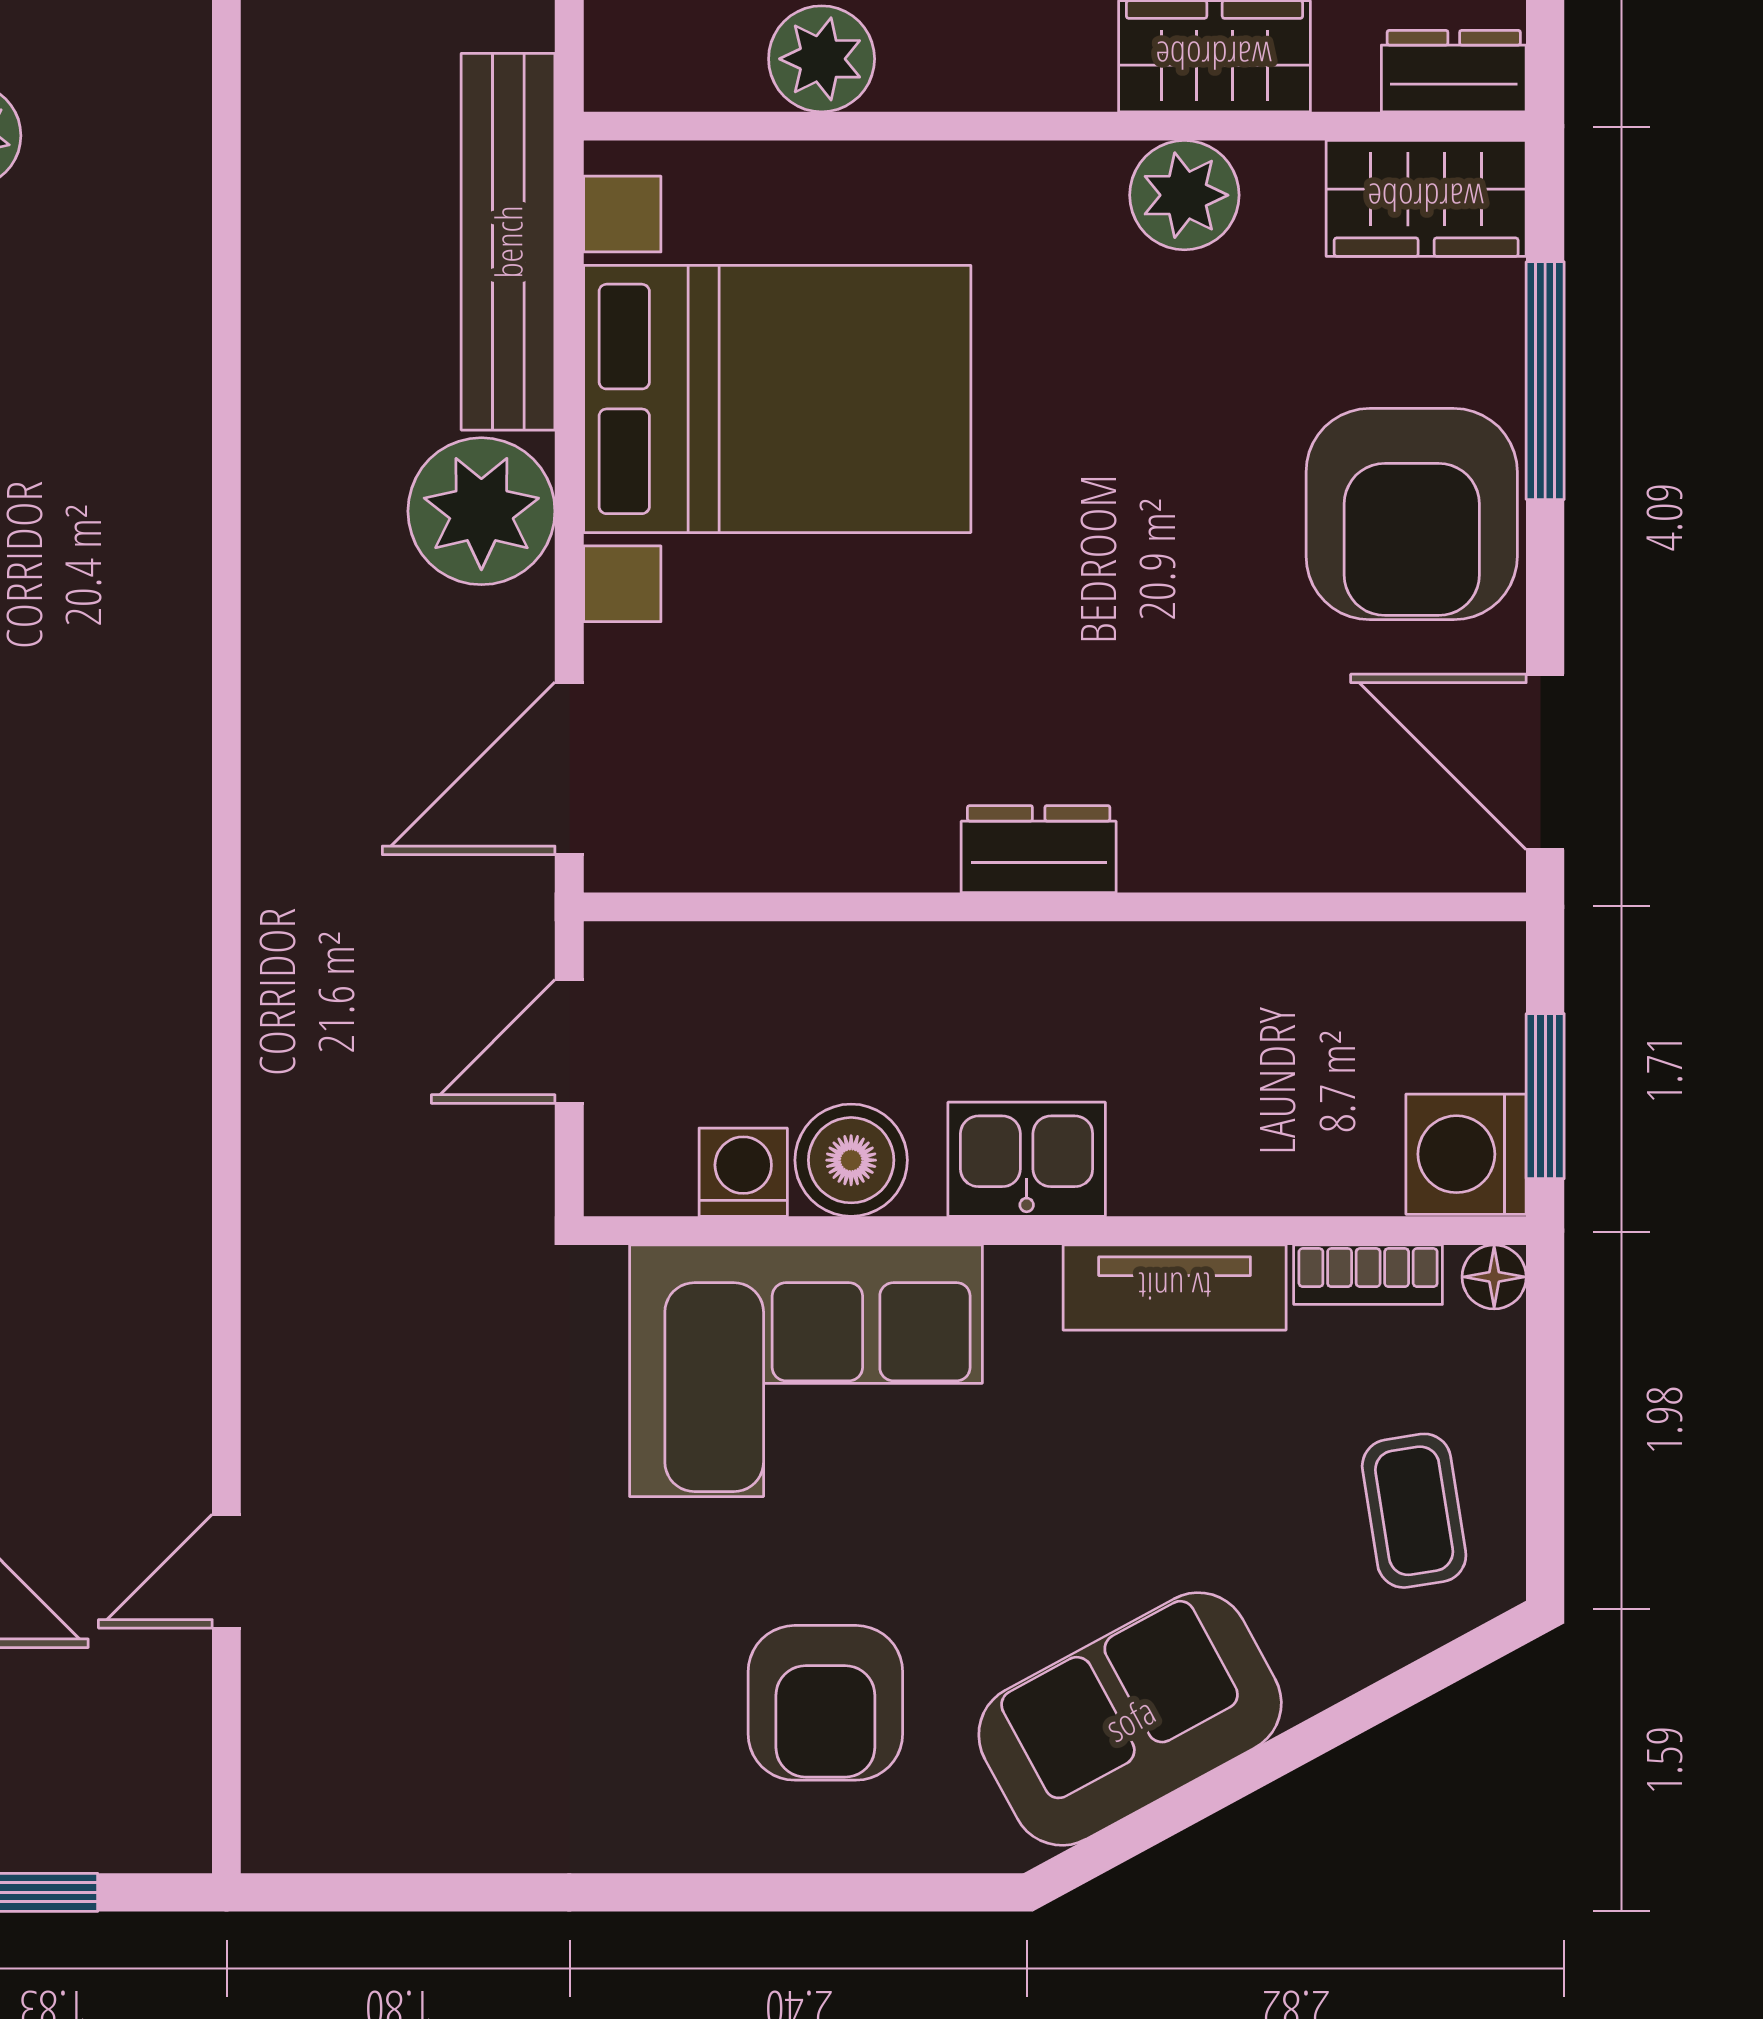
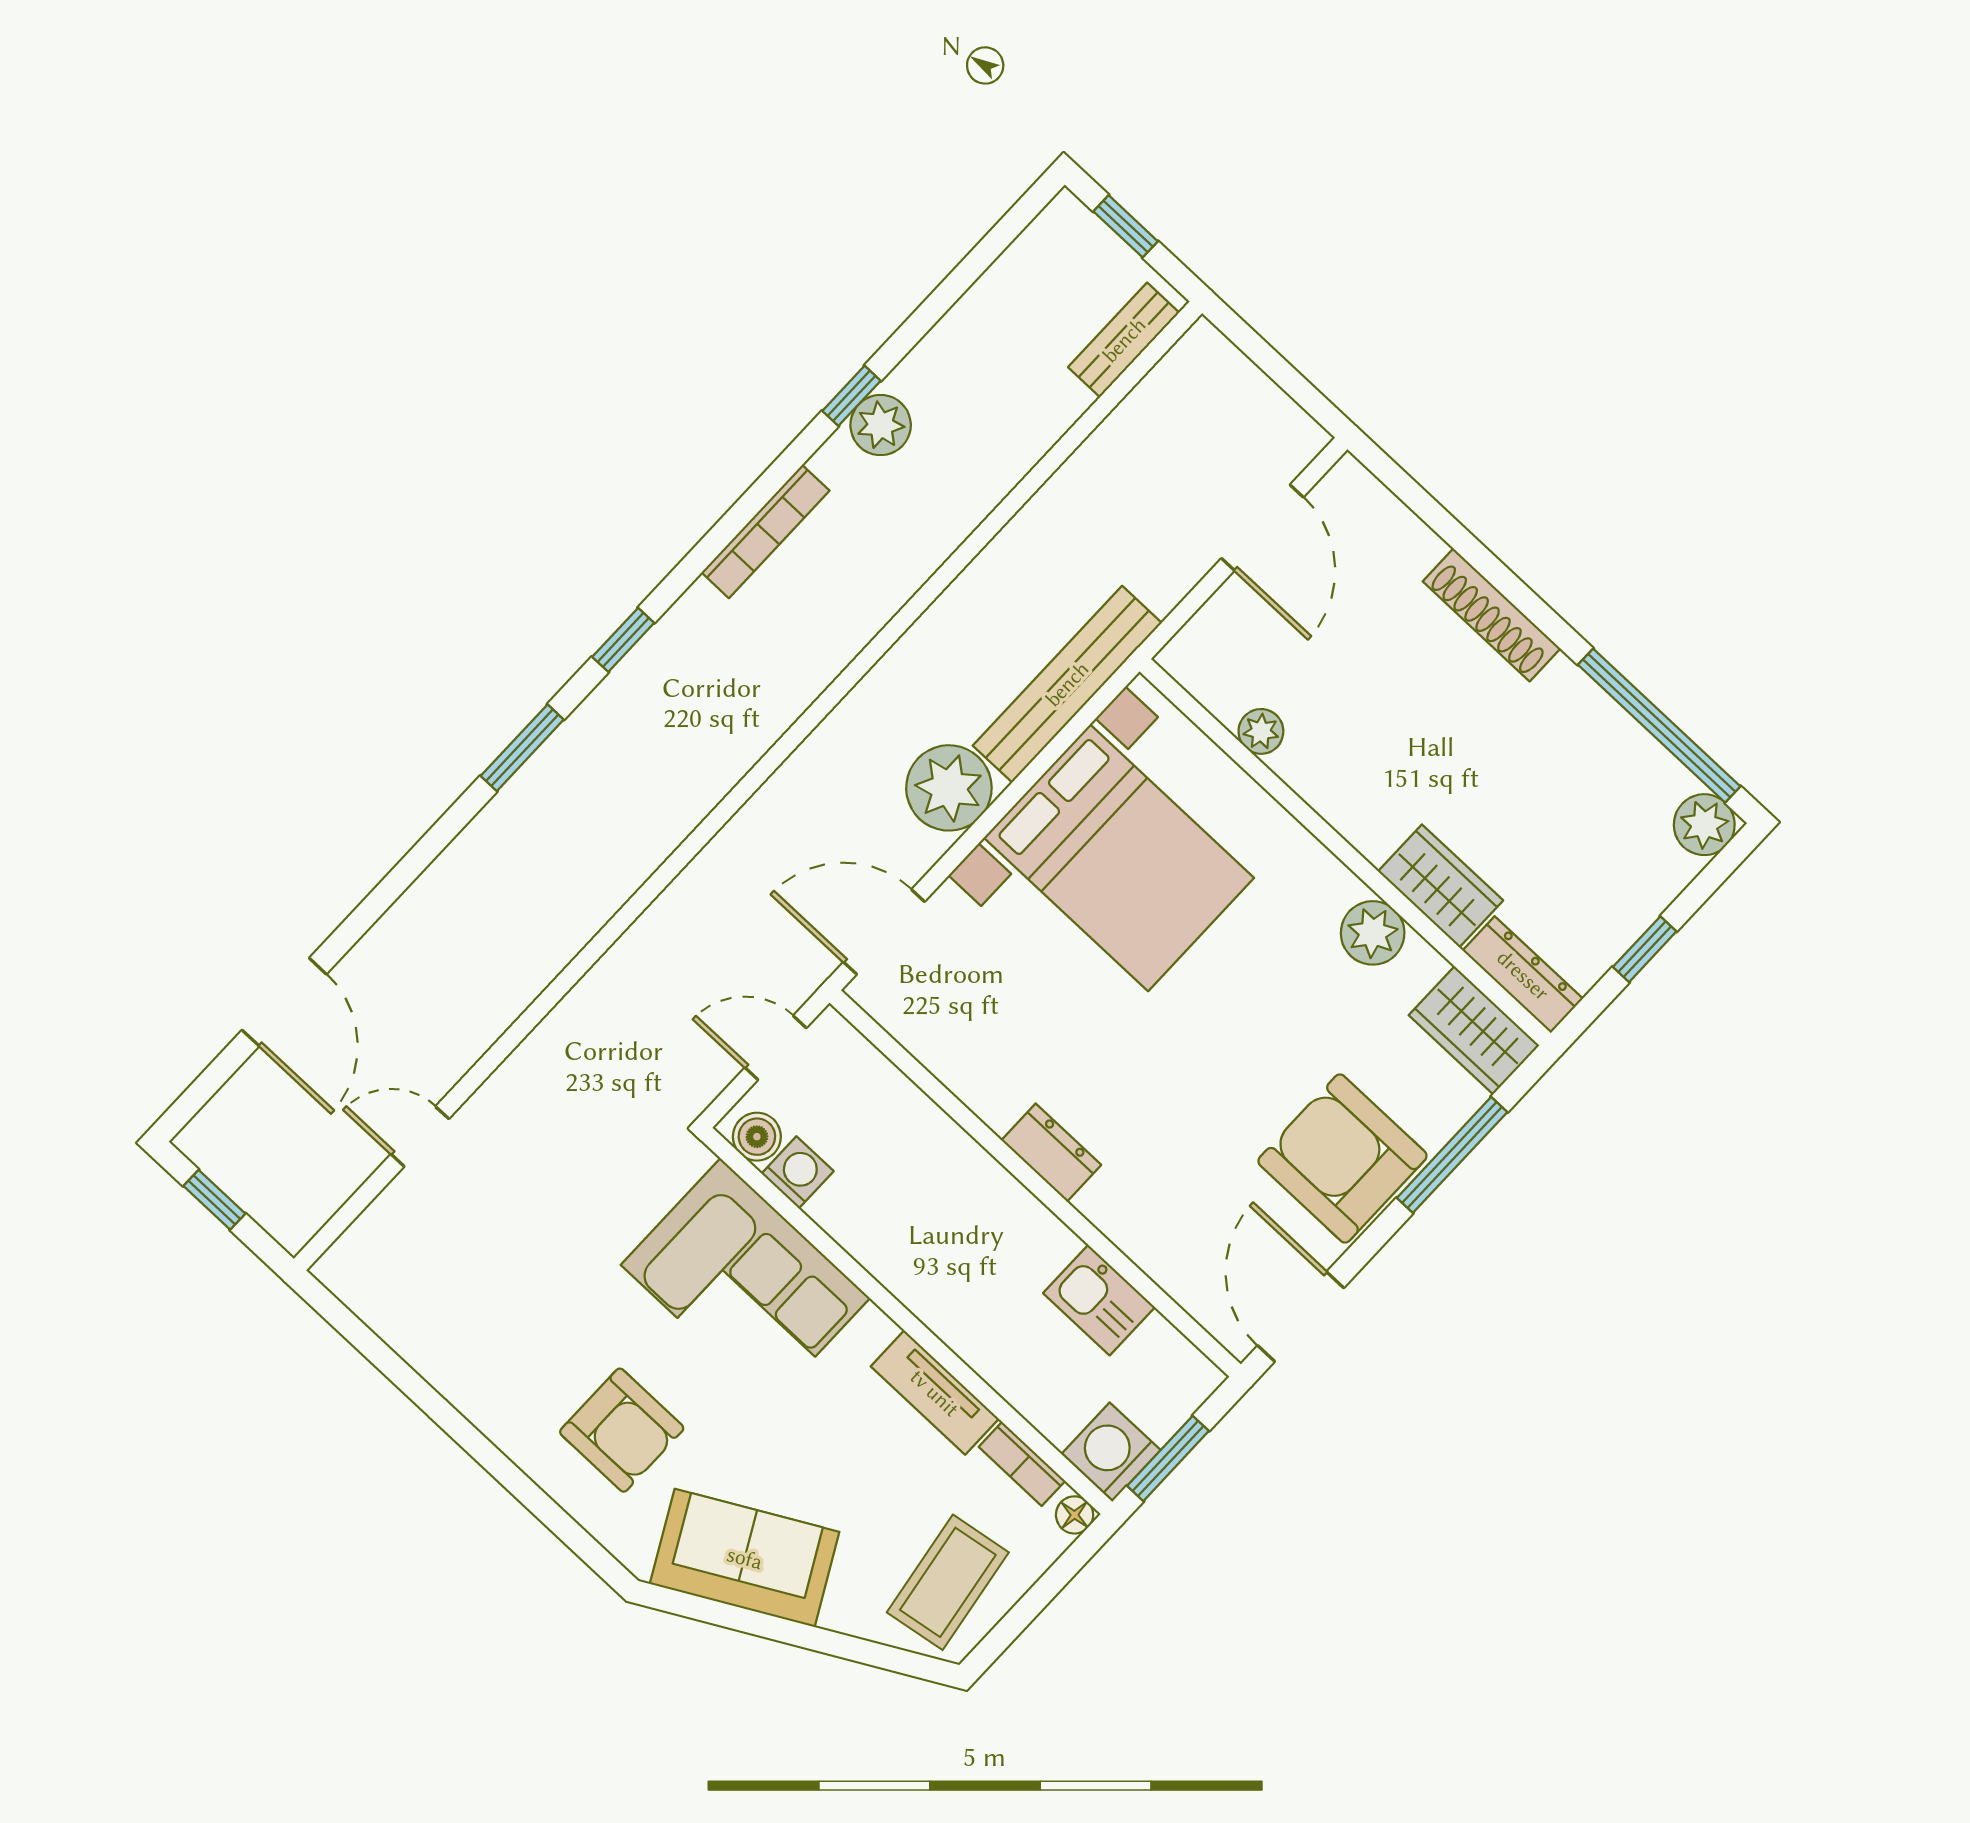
plant: (822, 59) -> (1261, 731), width x0.73, depth x0.73
dresser: (1454, 71) -> (1523, 975), width x1.44
armchair: (1412, 514) -> (1342, 1159), turned 90
kitchen sink: (1027, 1159) -> (1099, 1300), moved, turned 180
boiler: (851, 1160) -> (757, 1137), moved, width x0.73, depth x0.73
coffee table: (1414, 1511) -> (948, 1582), width x1.36, depth x1.30
armchair: (825, 1703) -> (622, 1430), turned -90

